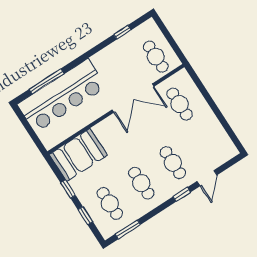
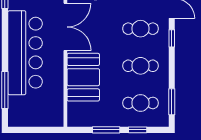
bar counter: (62, 96) -> (25, 53), moved
booth: (78, 155) -> (83, 77), moved
window: (68, 189) -> (106, 130), width x1.50

